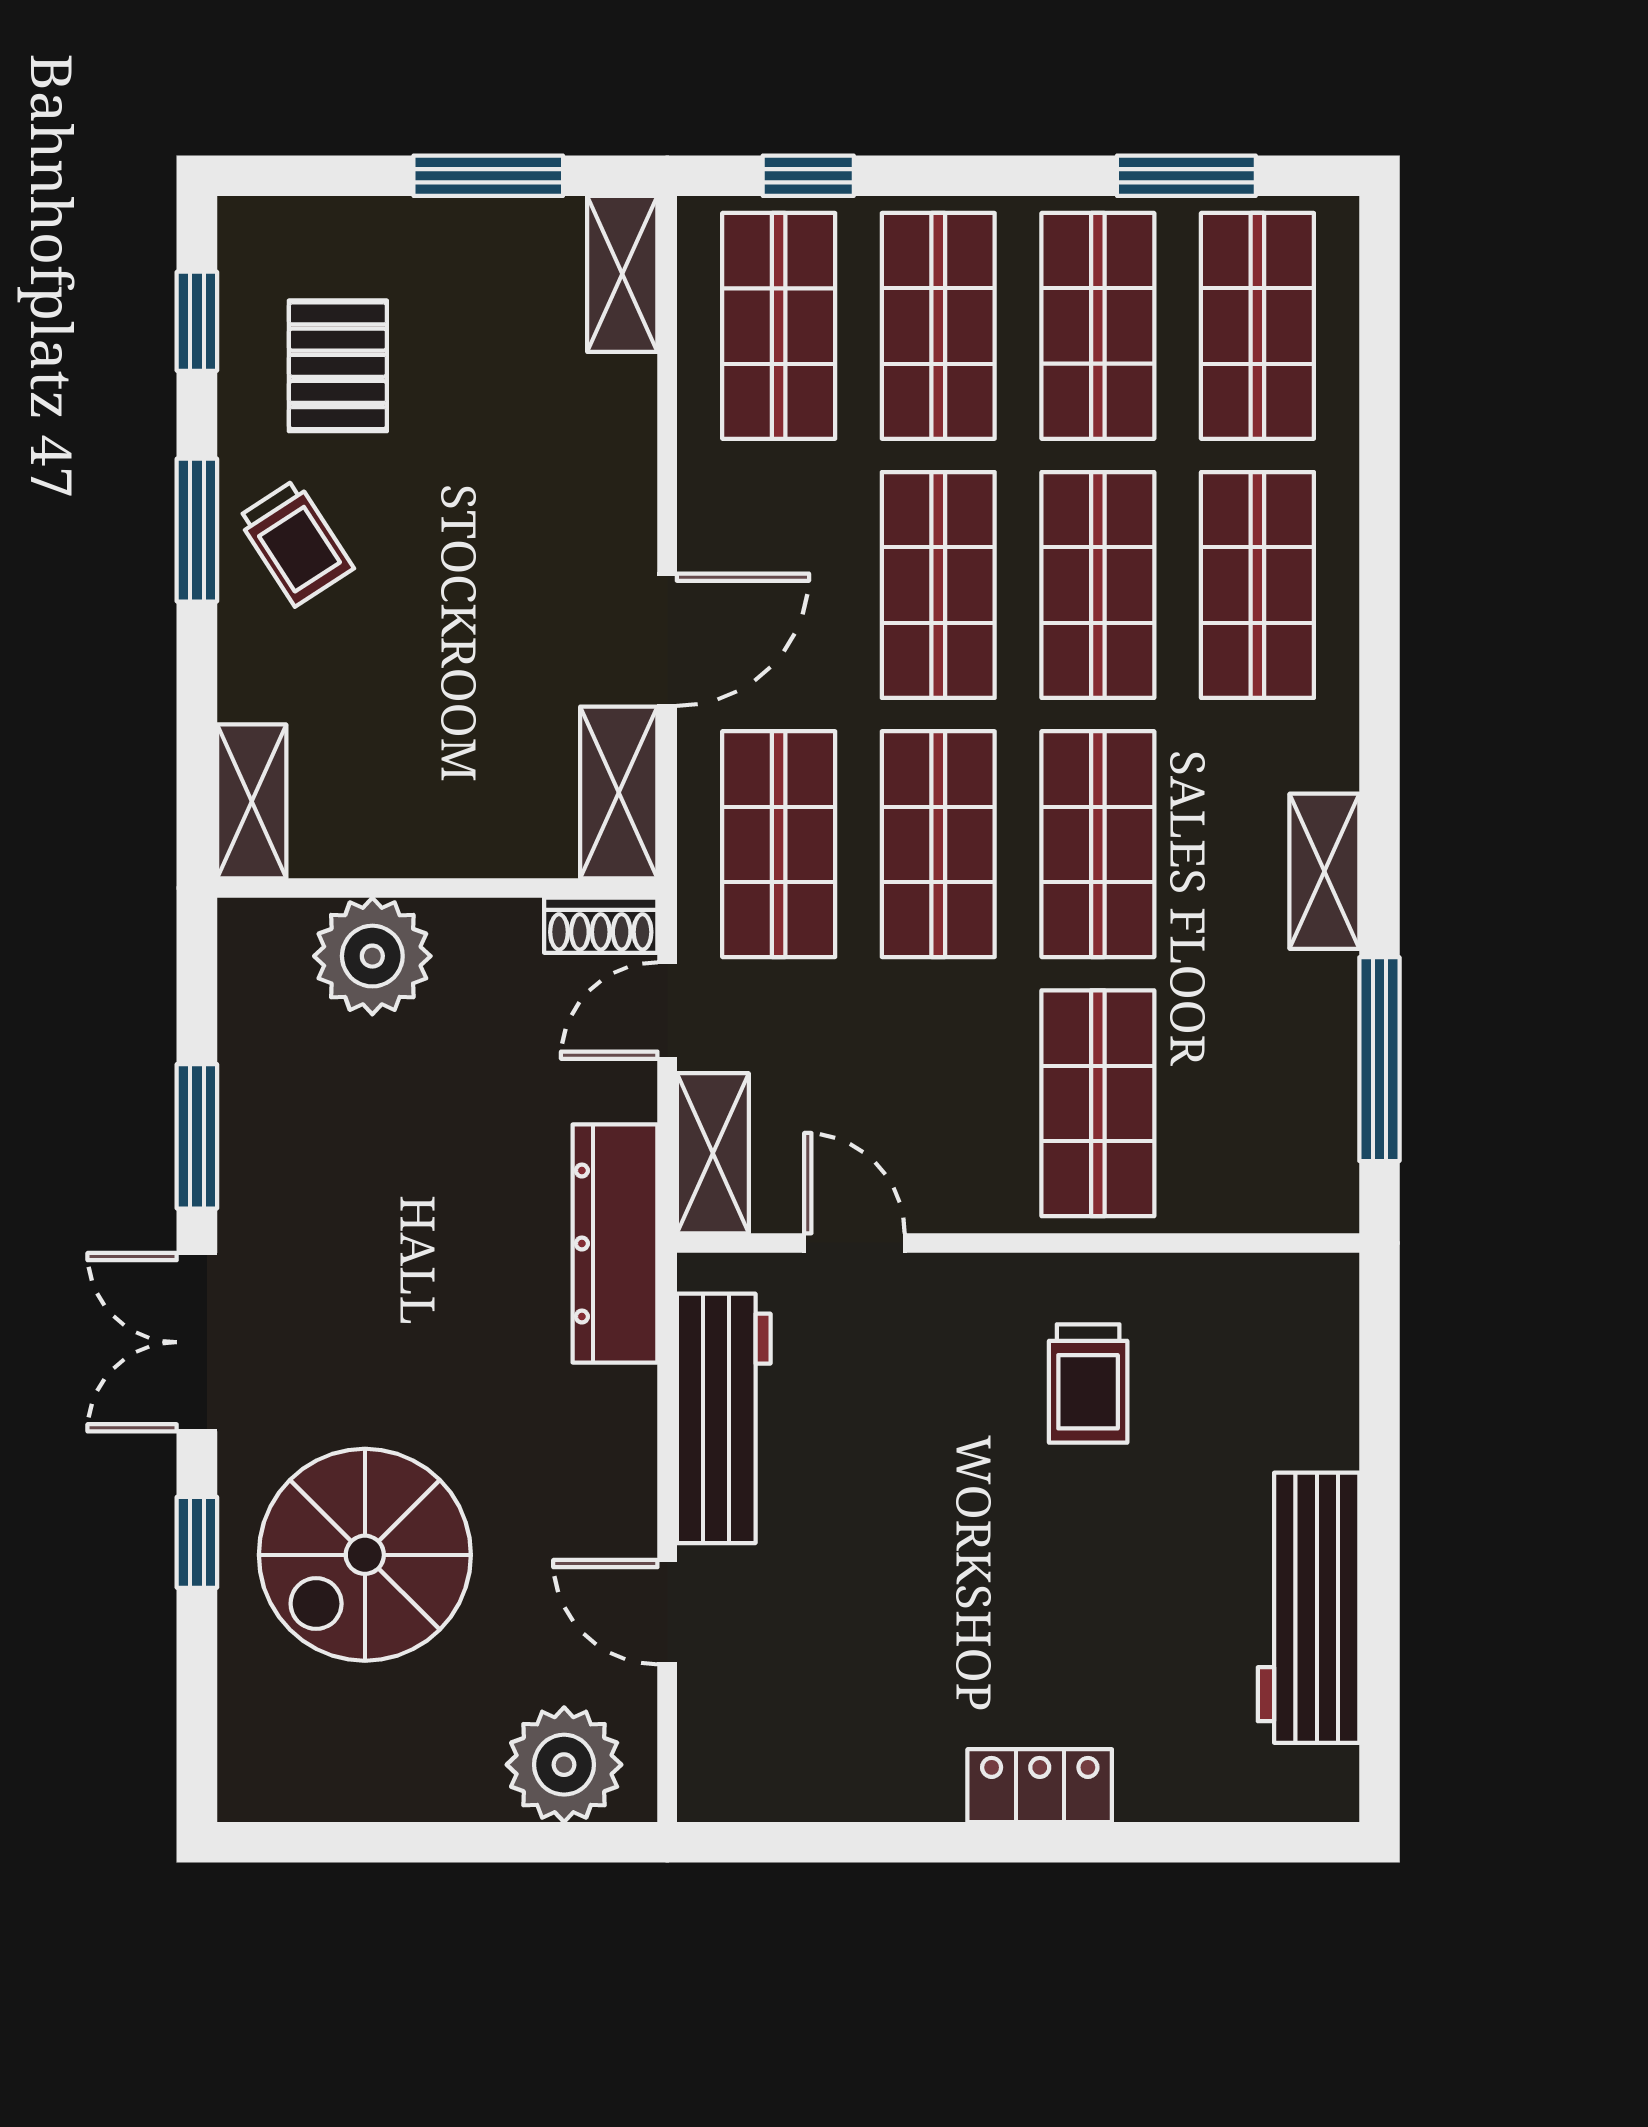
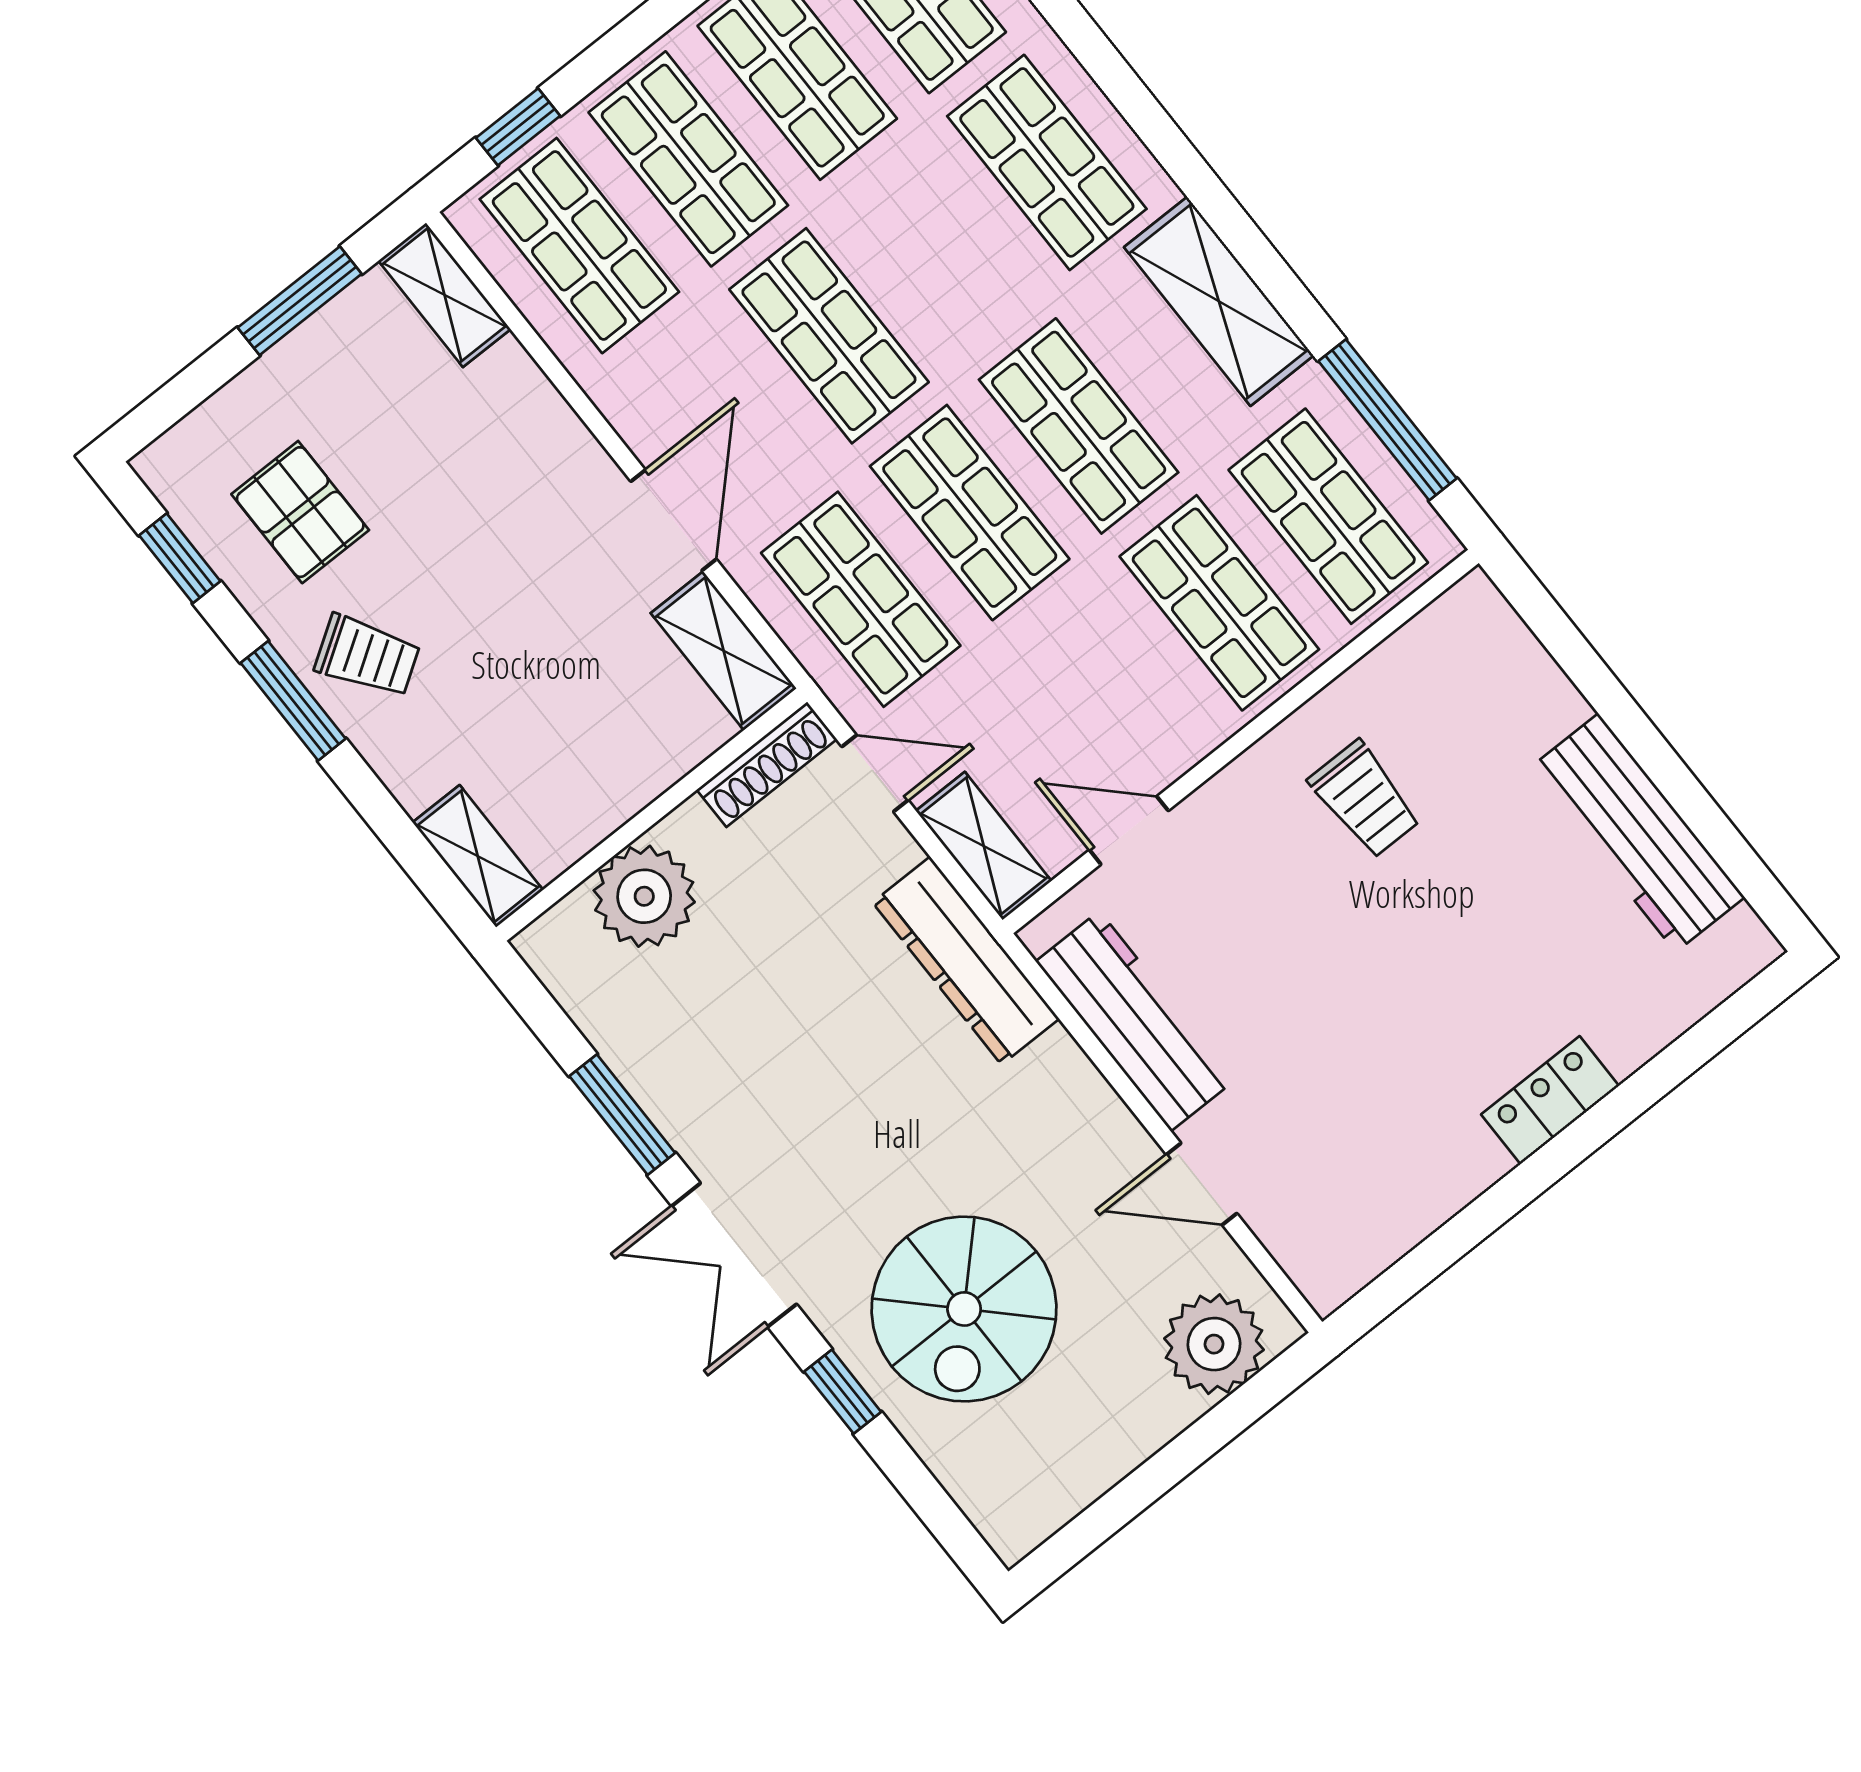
shop shelf: (1098, 585) -> (1328, 516), moved
shelving: (1324, 871) -> (1219, 301), width x1.50, depth x1.33
shoe rack: (601, 925) -> (767, 764), width x1.43
door: (667, 1011) -> (875, 773), swing flipped

